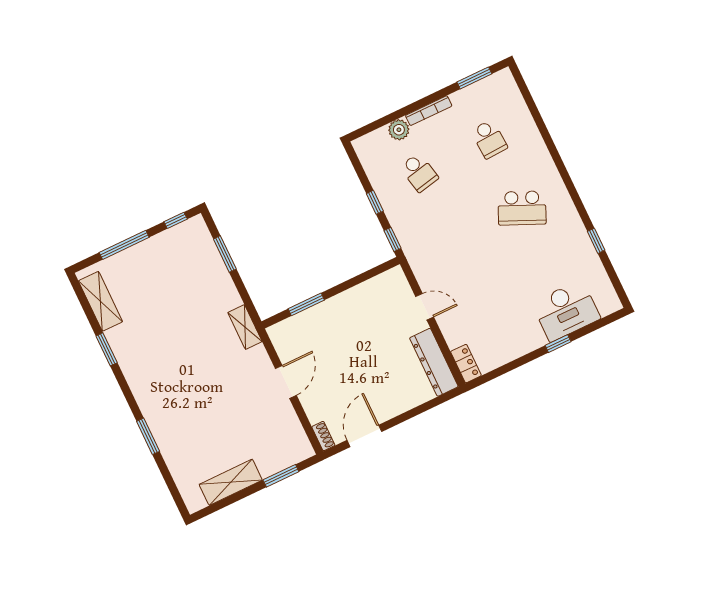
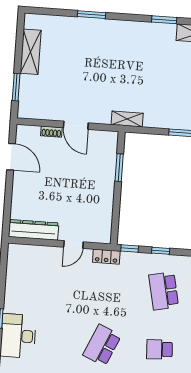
school desk: (419, 172) -> (164, 291), width x1.85
locker: (466, 364) -> (106, 257), moved
shoe rack: (323, 436) -> (51, 132), moved

